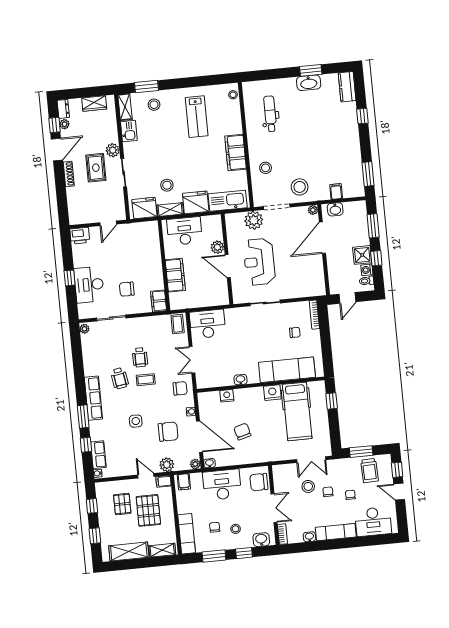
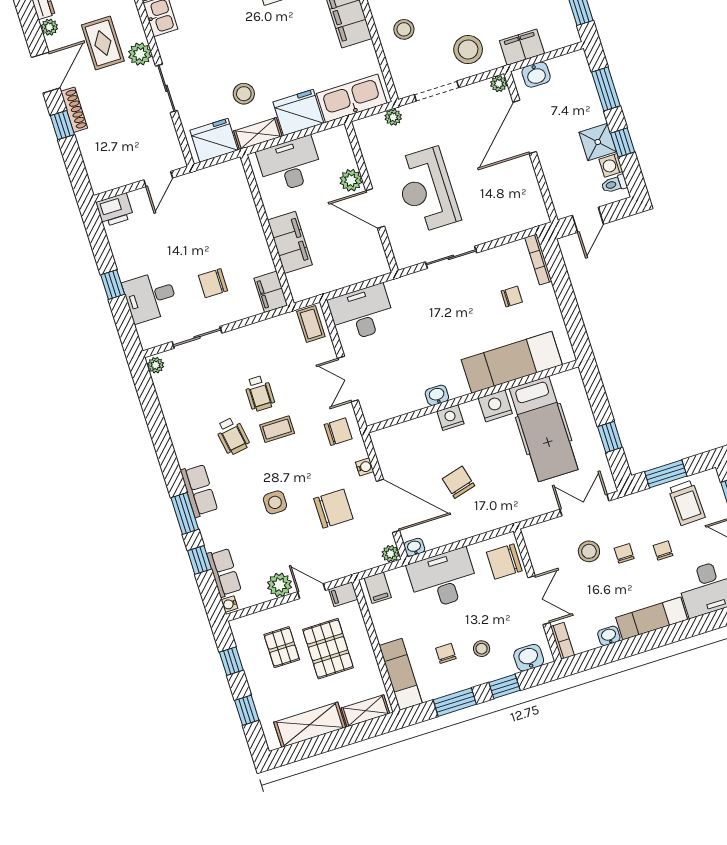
window: (55, 125) -> (62, 125), moved
rug: (96, 168) -> (103, 43), moved
filing cabinet: (336, 191) -> (522, 47), width x2.00
plant: (254, 220) -> (393, 117), width x0.53, depth x0.53
desk: (89, 285) -> (150, 297), width x0.73
nightstand: (227, 396) -> (450, 418), moved
row of seats: (93, 398) -> (199, 490), width x0.68
window: (332, 401) -> (610, 437), moved
double door: (311, 460) -> (584, 505), swing flipped
plant: (167, 465) -> (280, 585), moved

